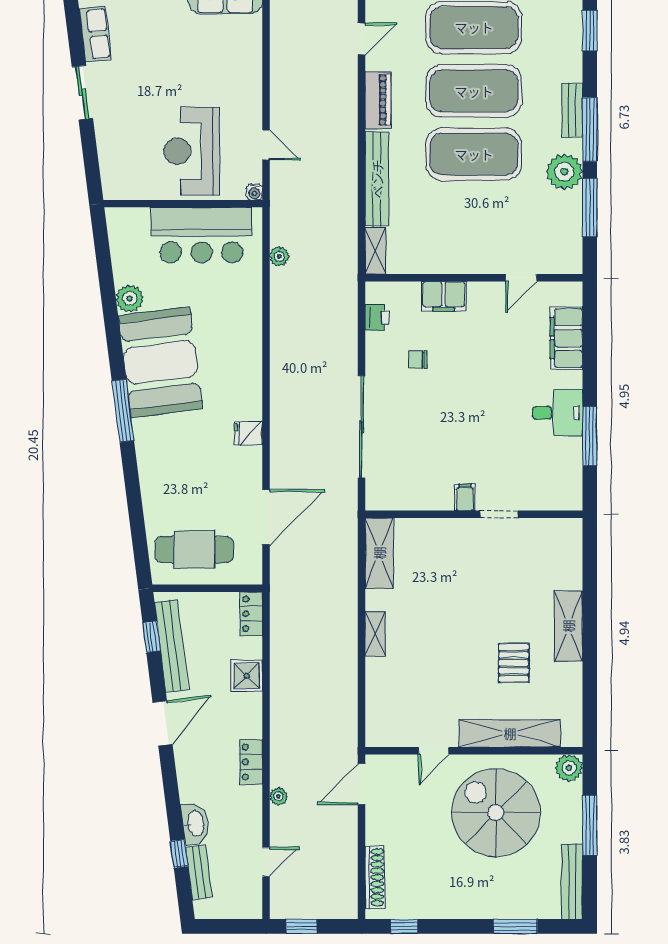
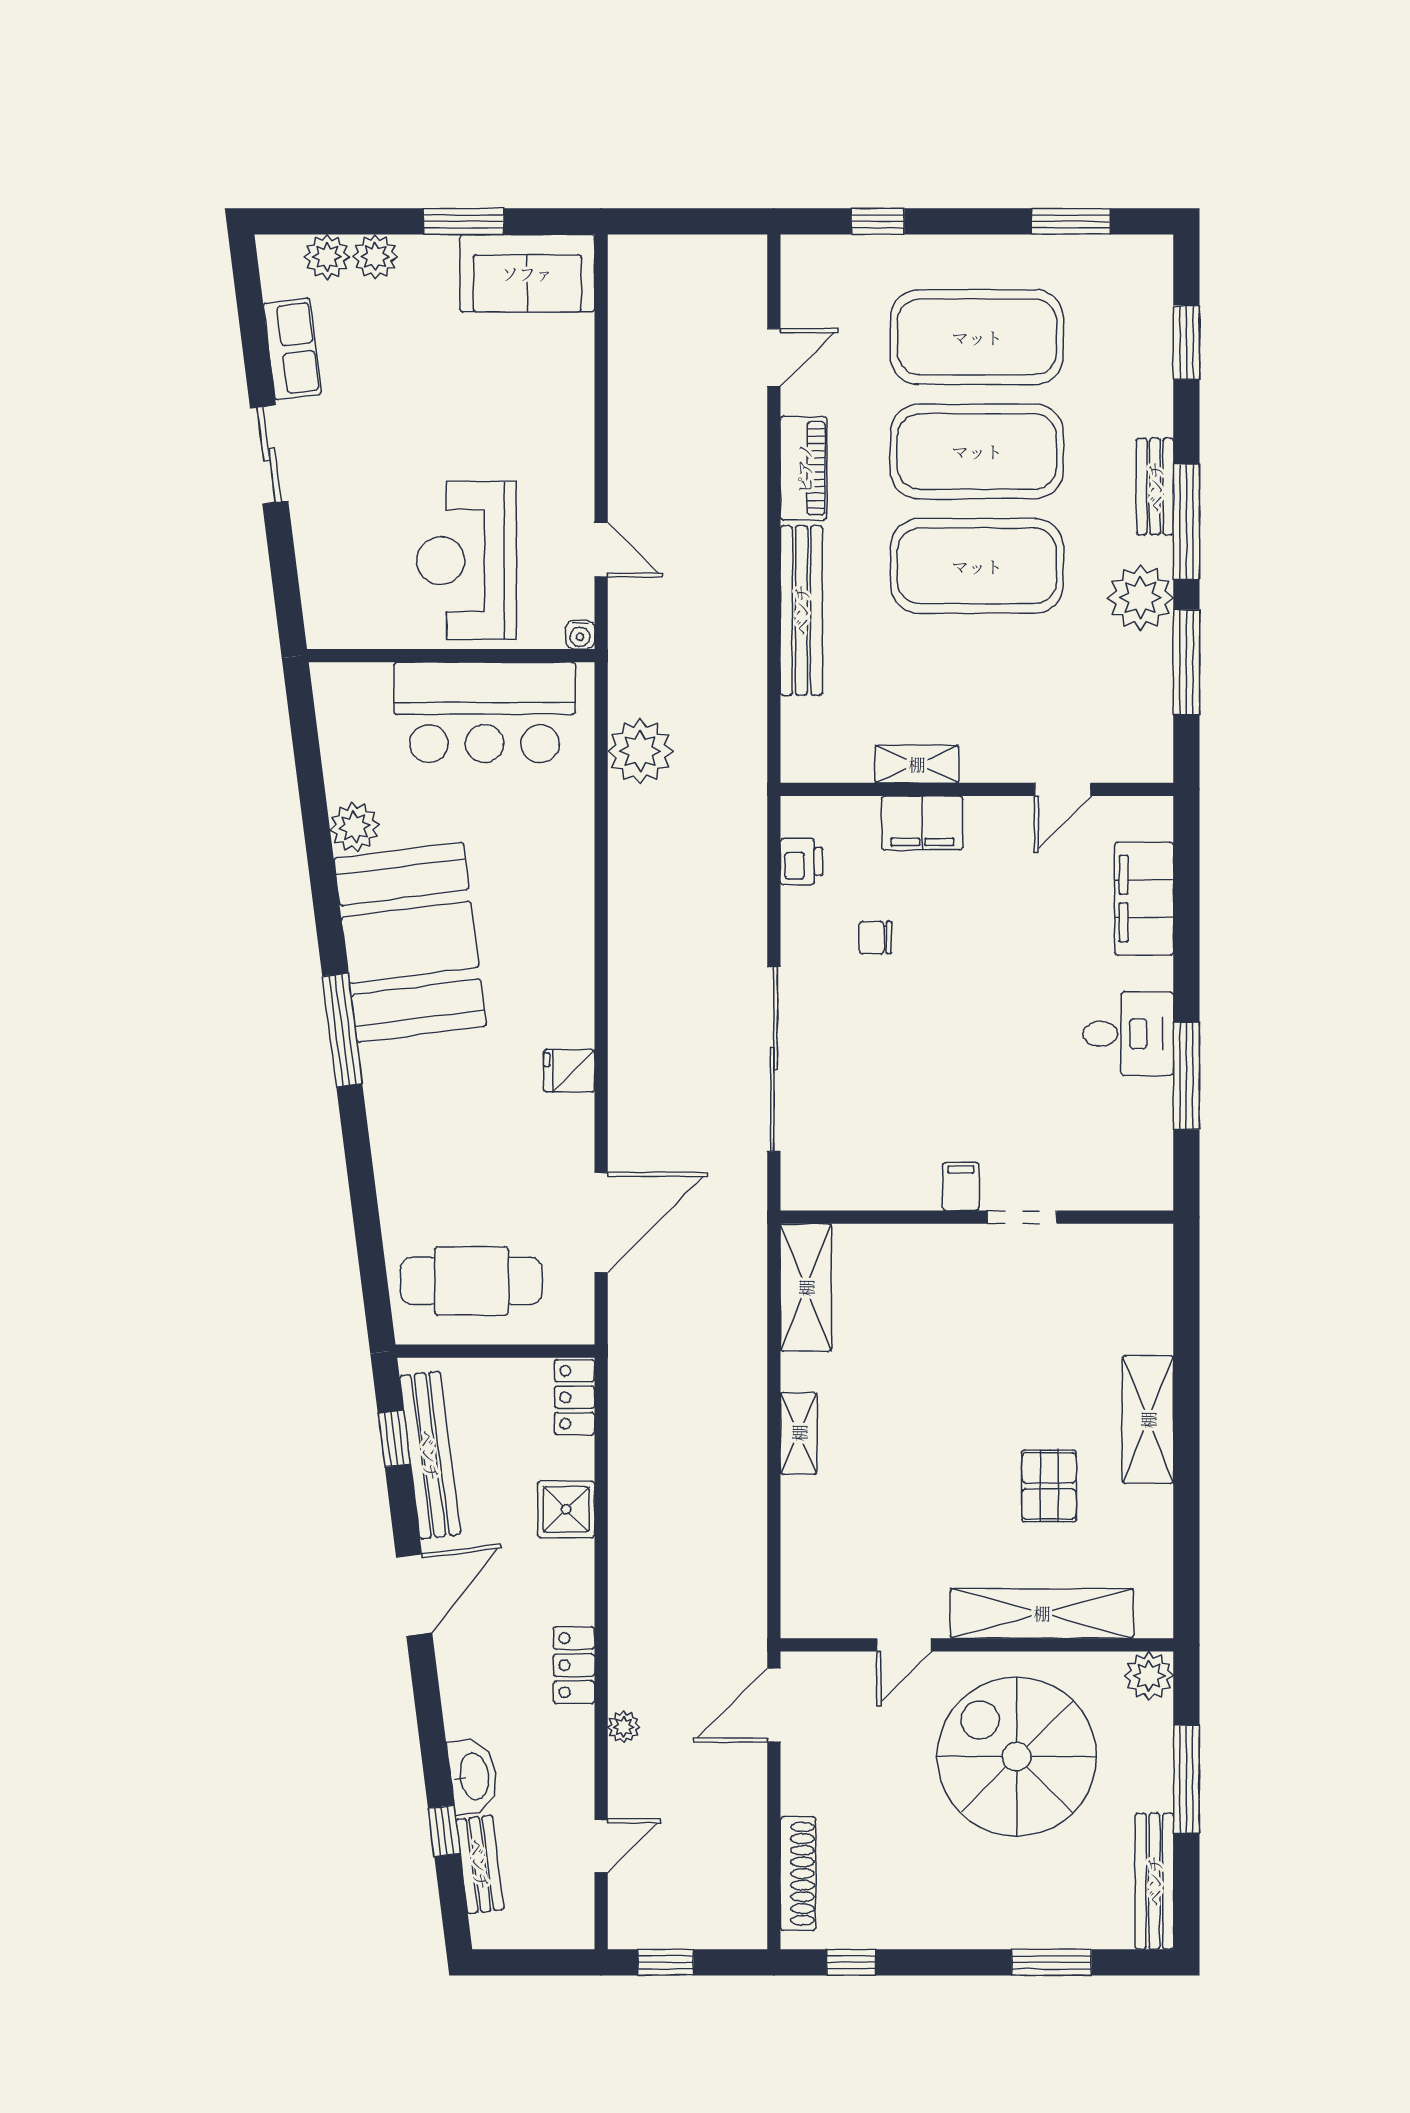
shelving: (376, 251) -> (917, 764), moved, turned 90
plant: (279, 256) -> (640, 751), width x1.88, depth x1.88

